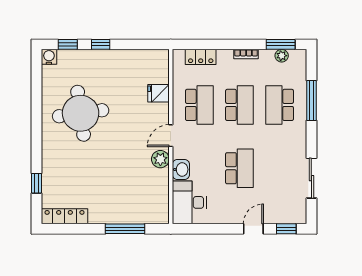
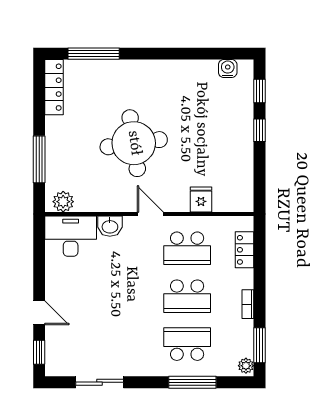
plant: (282, 56) -> (246, 366), moved
water cooler: (49, 57) -> (228, 69), moved, turned -90
round table: (81, 113) -> (134, 143), moved
plant: (160, 159) -> (63, 202), moved
school desk: (239, 168) -> (111, 296), removed
window: (36, 183) -> (94, 54), width x2.17

